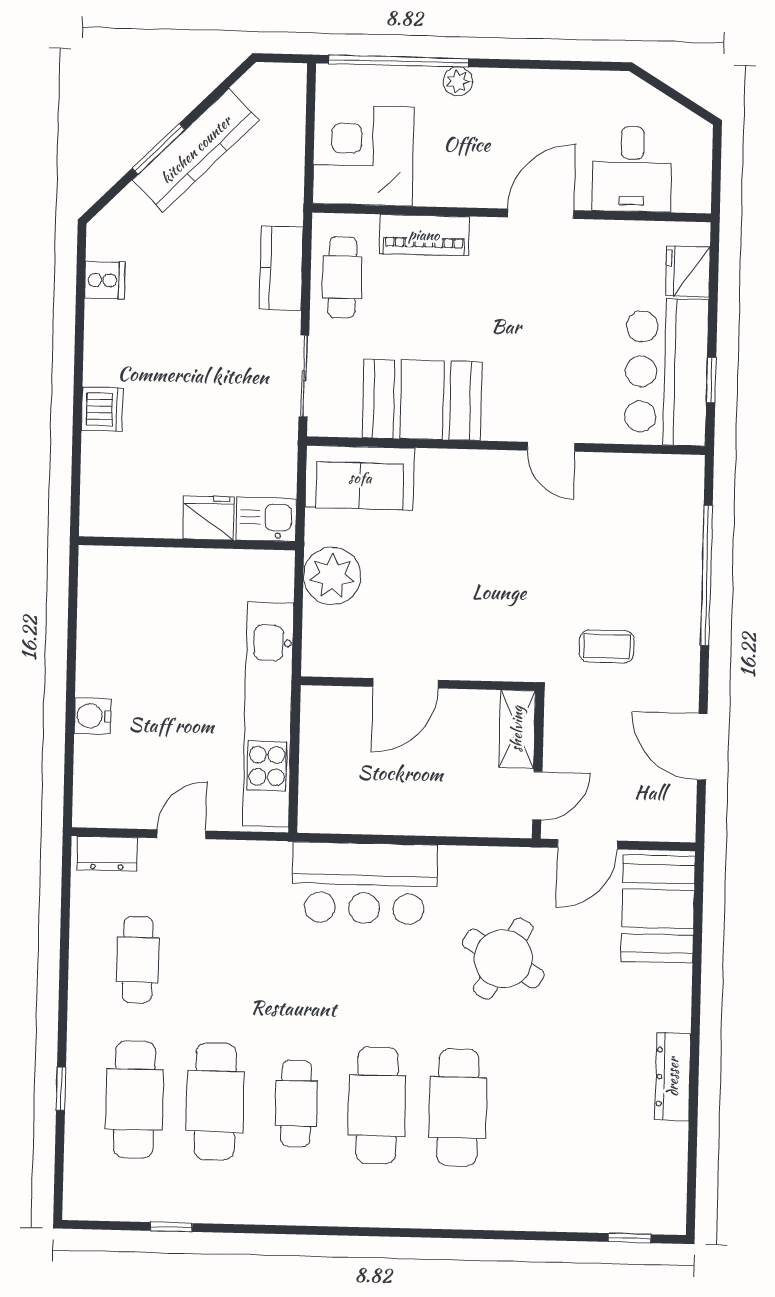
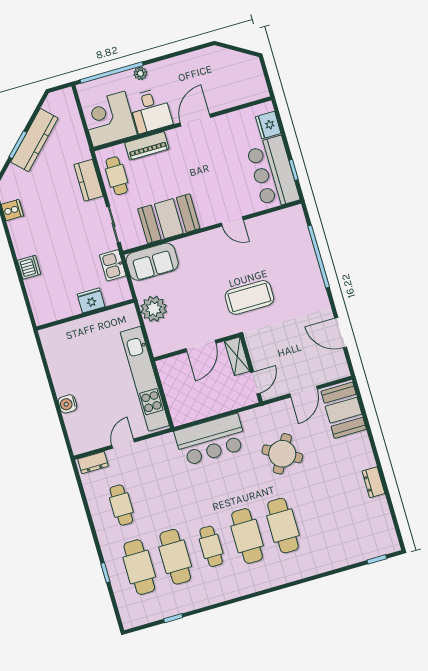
desk: (632, 169) -> (151, 111), moved
kitchen sink: (266, 519) -> (113, 265), moved, turned -90
coffee table: (607, 646) -> (249, 297), moved, width x1.86, depth x1.72
shelving: (517, 729) -> (237, 356), moved
wall: (538, 765) -> (251, 369), moved
door: (537, 796) -> (255, 383), moved
dresser: (673, 1077) -> (373, 482), width x0.70

